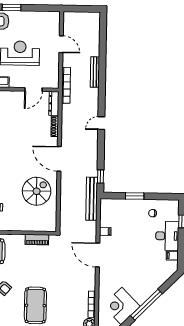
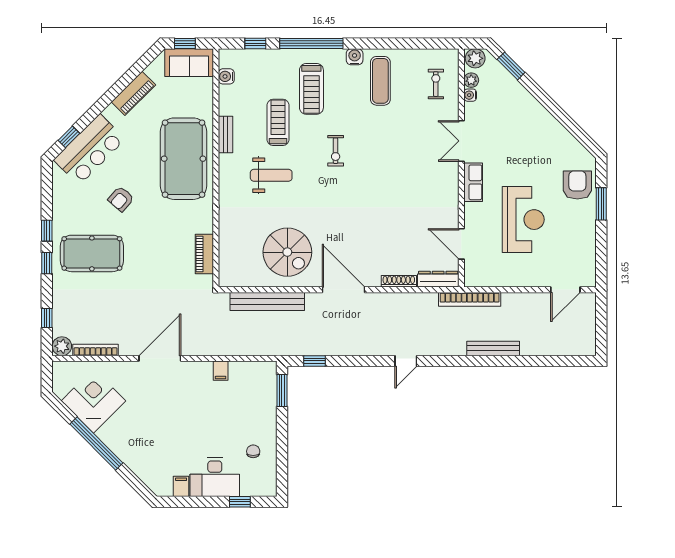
door: (61, 44) -> (565, 290), moved
door: (101, 123) -> (406, 361), swing flipped
door: (59, 159) -> (344, 290), hinge flipped
window: (135, 196) -> (282, 391), moved
bench: (92, 199) -> (267, 302), moved
door: (98, 255) -> (160, 358), moved

